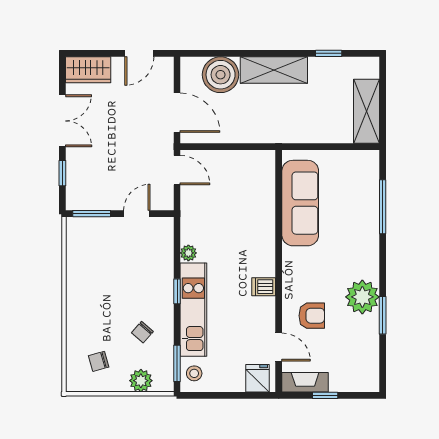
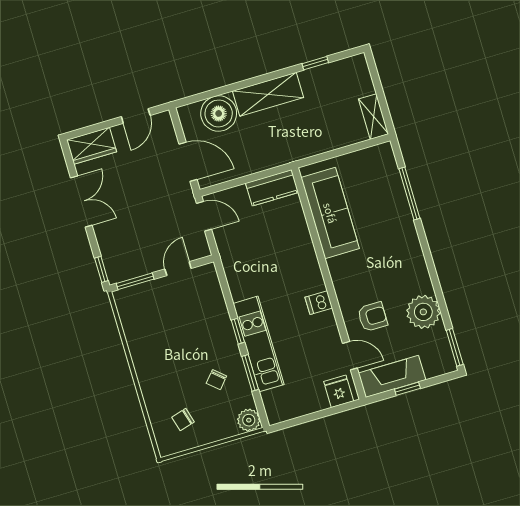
shelving: (367, 111) -> (373, 117), width x0.67, depth x0.75
kitchen counter: (251, 162) -> (272, 188), added
window: (62, 173) -> (101, 269), moved
plant: (188, 253) -> (238, 292), removed
plant: (362, 297) -> (423, 312), moved
window: (383, 315) -> (455, 347), moved
window: (177, 363) -> (250, 373), moved
stool: (194, 373) -> (277, 404), removed
plant: (141, 381) -> (249, 420), moved
fireplace: (305, 382) -> (392, 376), width x1.37, depth x1.32

